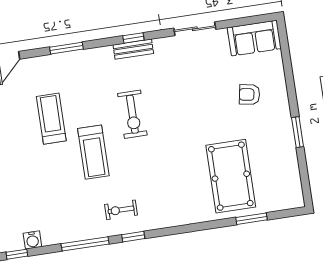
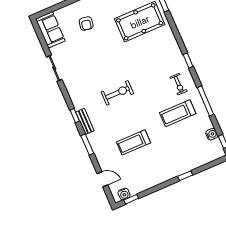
window: (133, 38) -> (75, 116), moved
bench: (133, 49) -> (85, 121), moved
treadmill: (93, 152) -> (178, 113), moved, turned 180
window: (133, 237) -> (188, 61), moved

